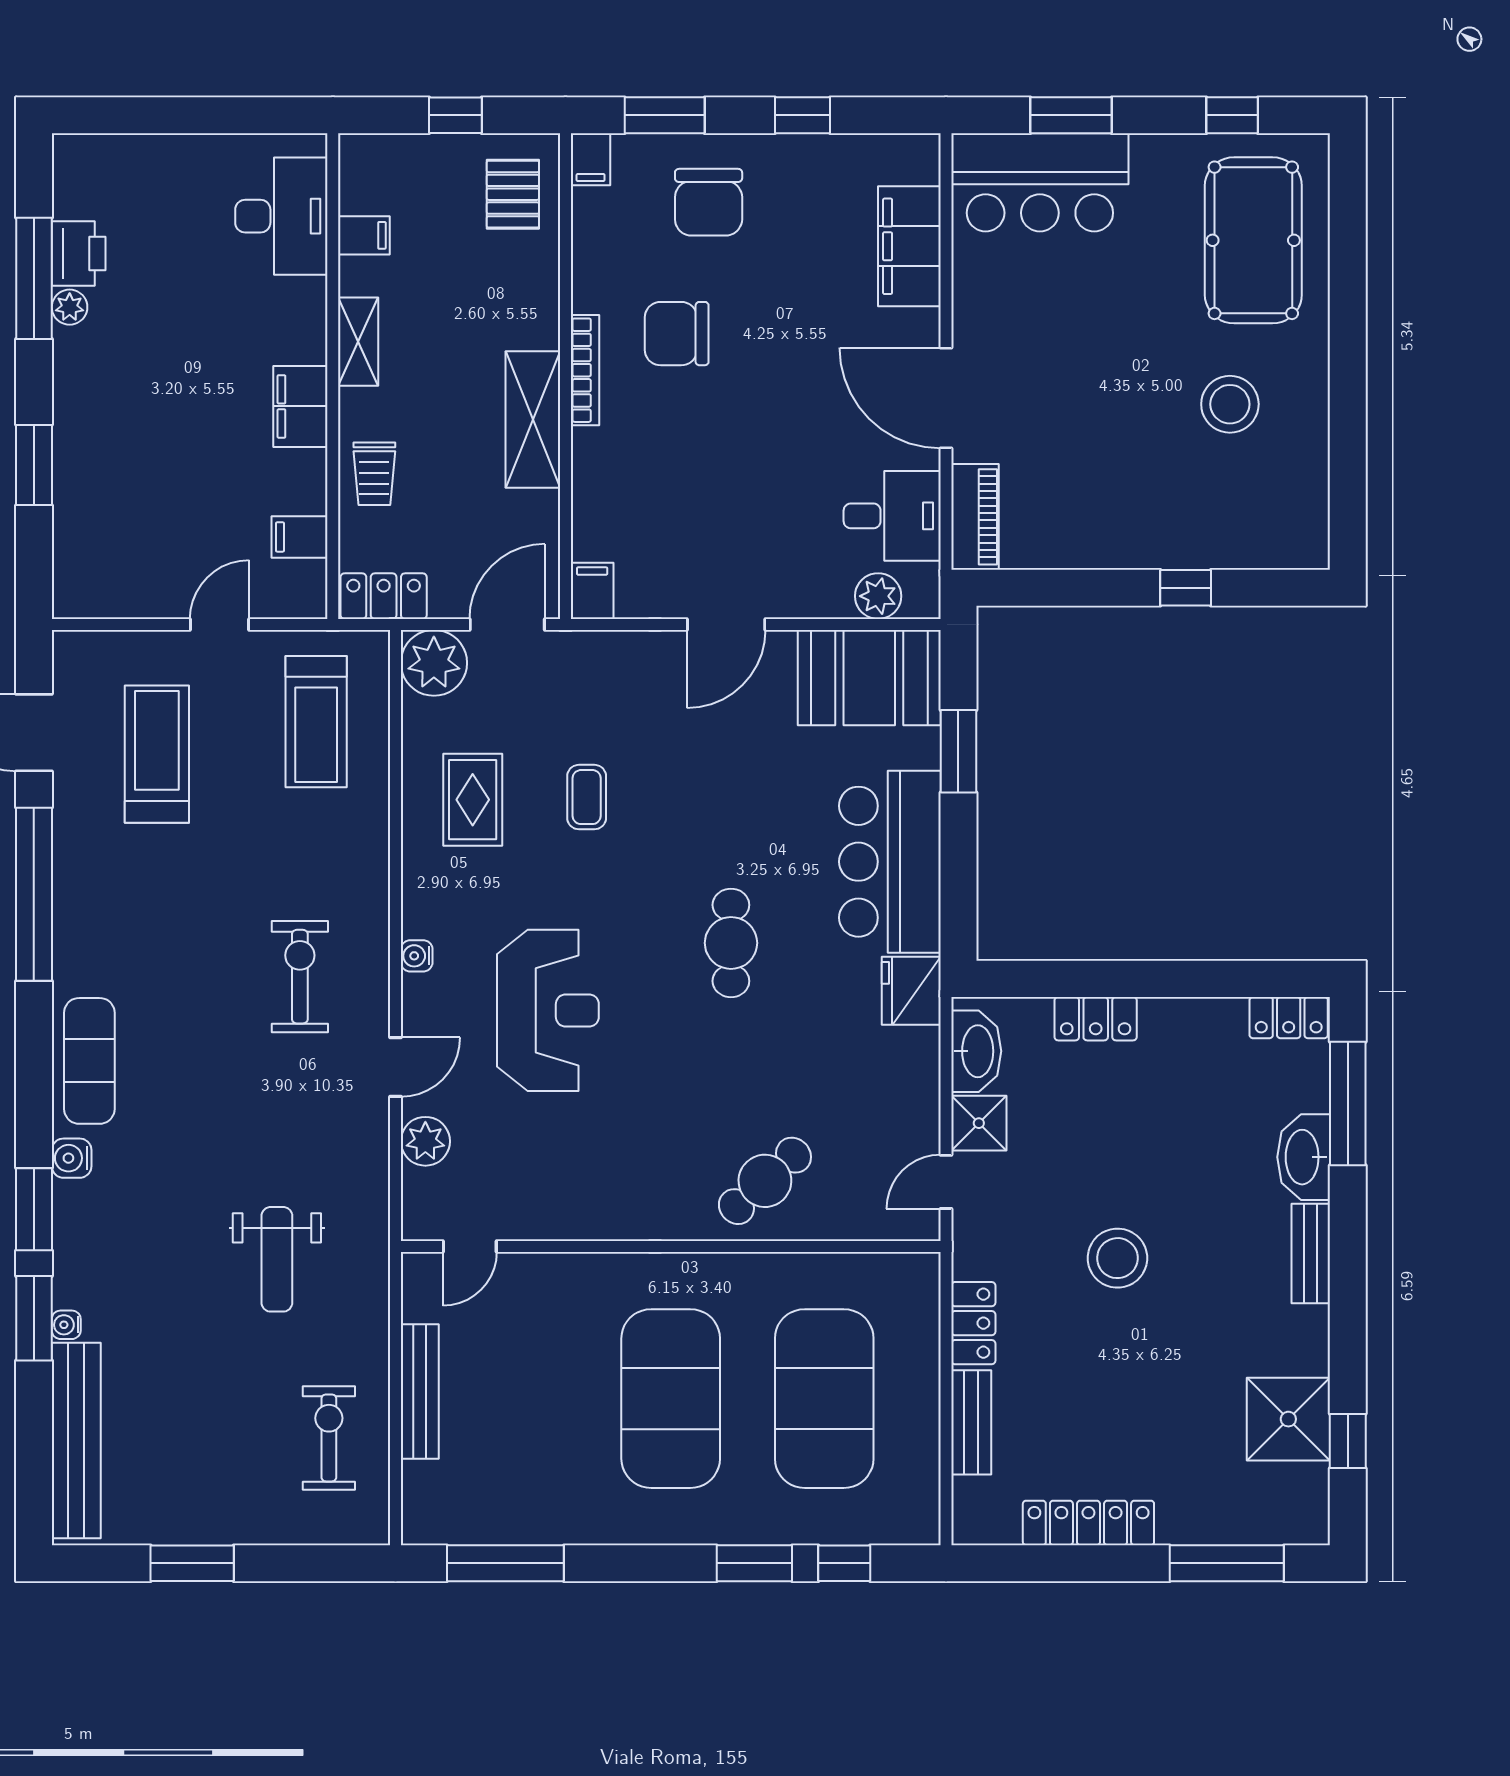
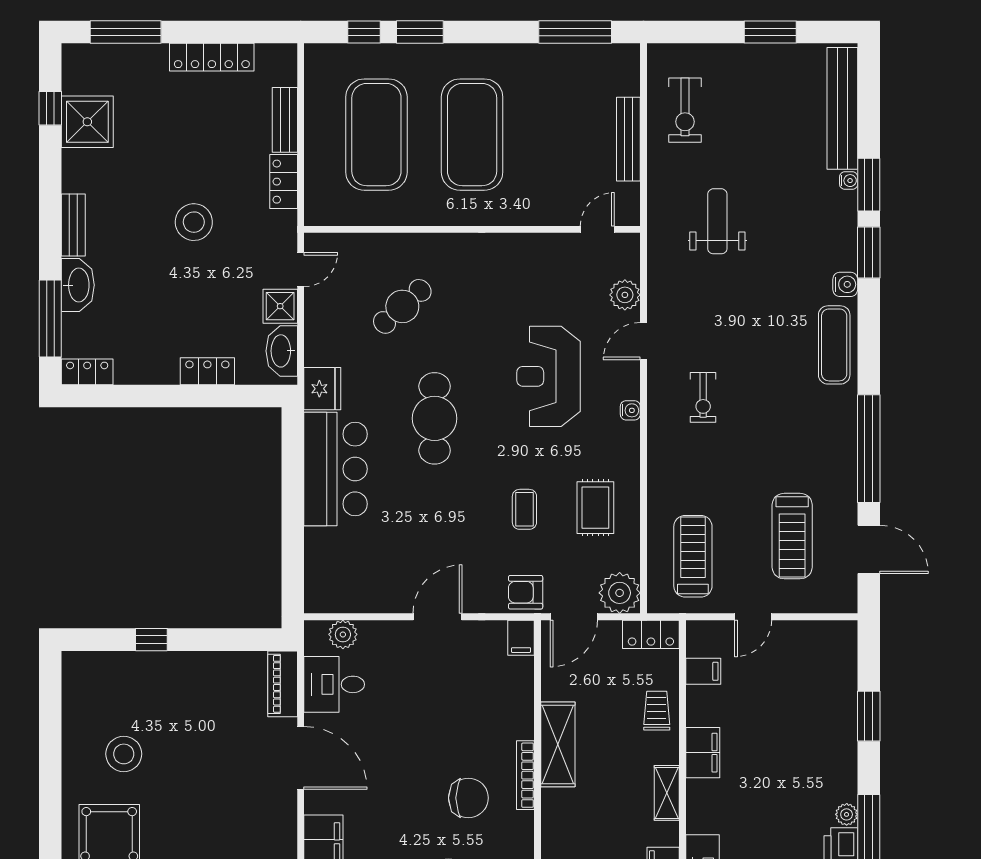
armchair: (585, 664) -> (526, 592), added
booth: (869, 678) -> (348, 584), removed
window: (958, 751) -> (293, 538), removed
cafe table: (731, 943) -> (435, 418), width x1.37, depth x1.35
exercise bike: (300, 977) -> (703, 397), width x0.73, depth x0.72
cafe table: (765, 1181) -> (402, 306), moved

